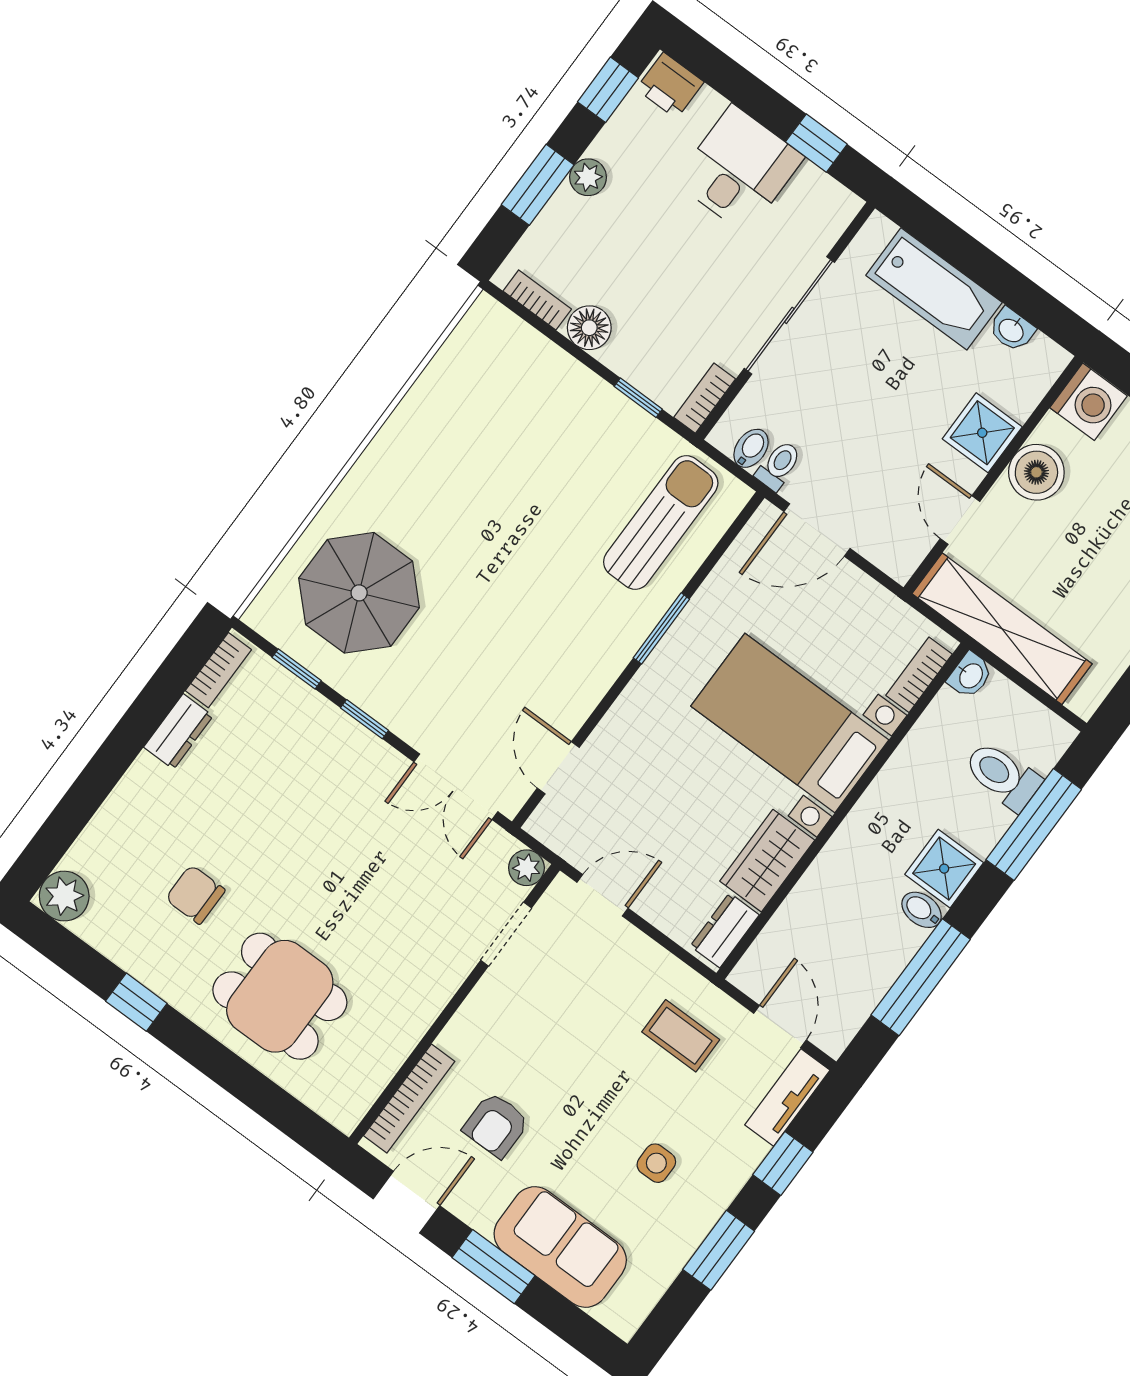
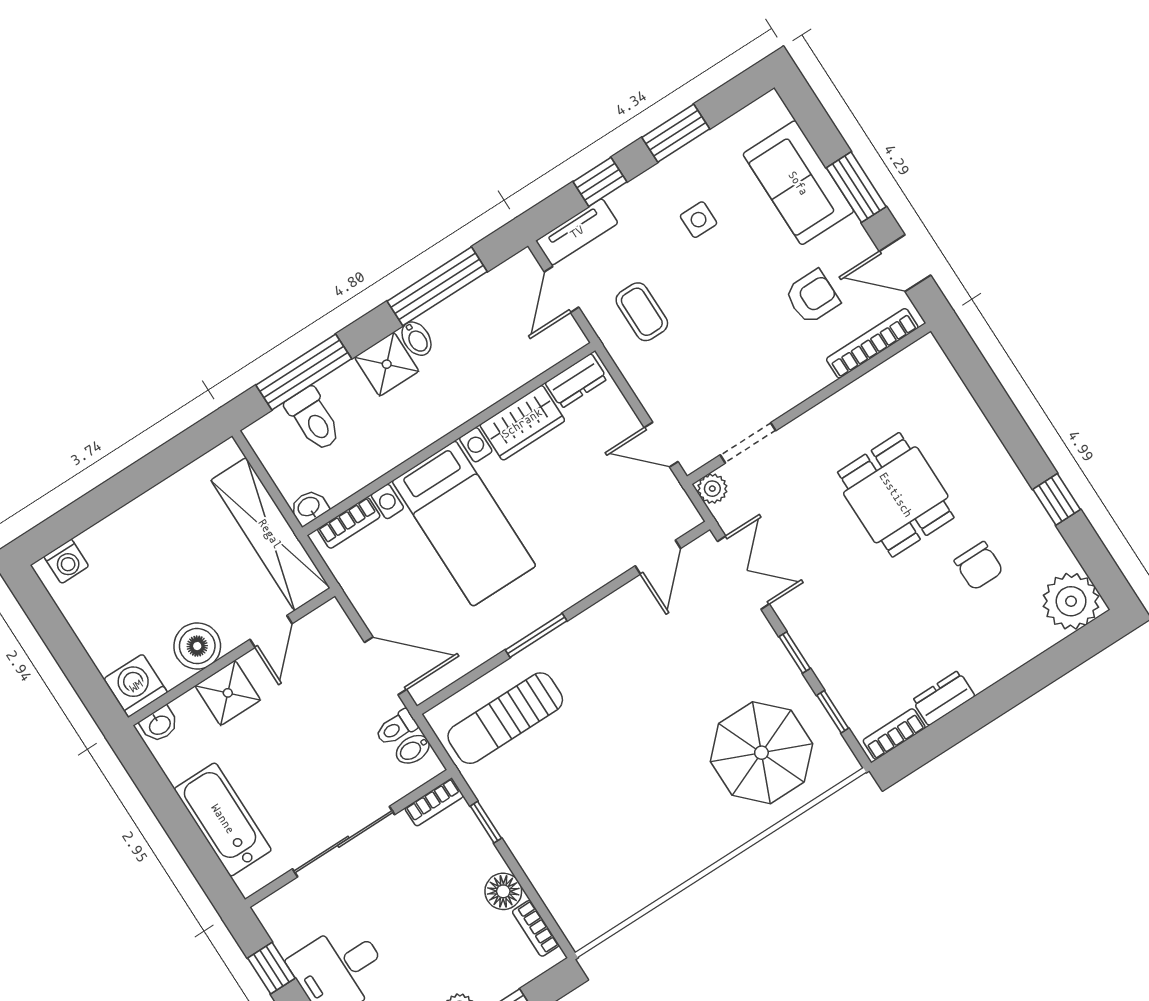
washbasin: (1012, 330) -> (159, 725), moved, turned 90
plant: (64, 896) -> (1071, 601), width x1.36, depth x1.36
dining table: (280, 996) -> (896, 495), moved

